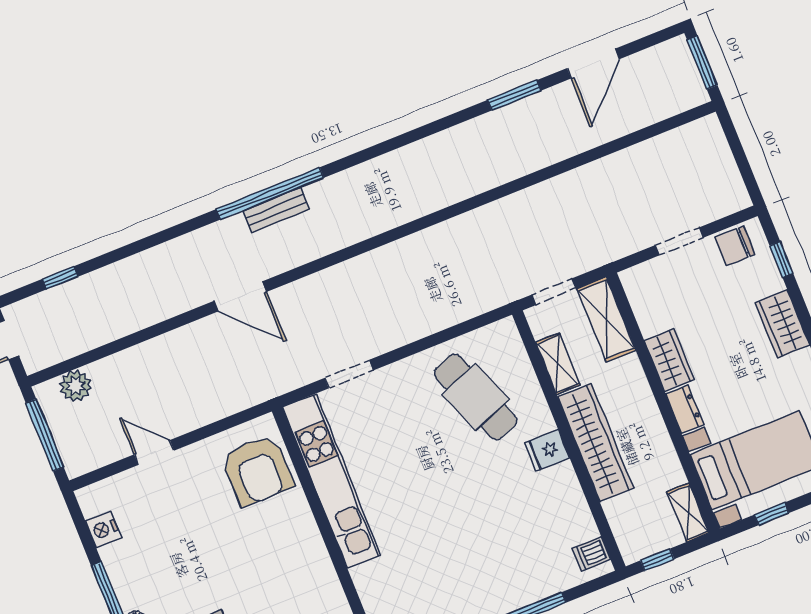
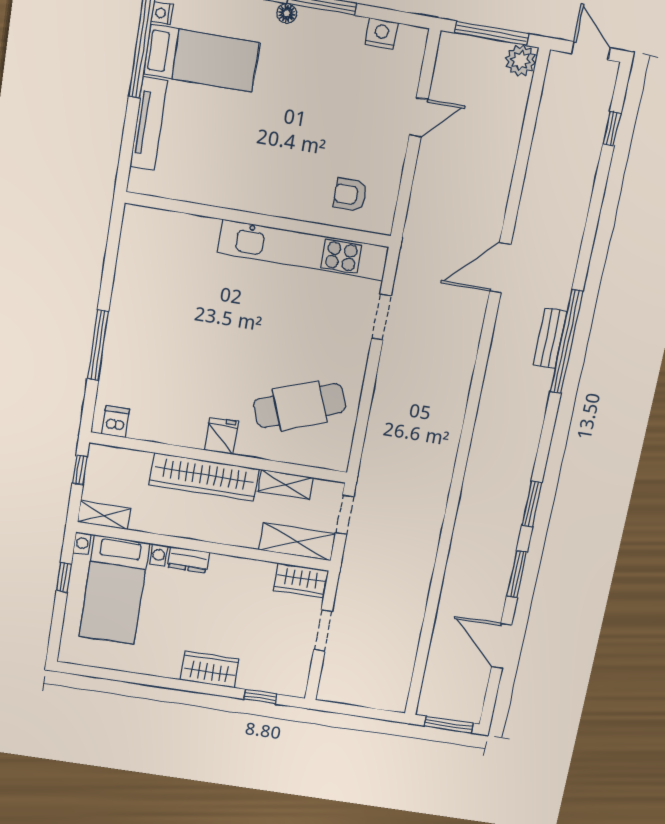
window: (439, 126) -> (532, 504), added
chair: (735, 246) -> (293, 669), removed
wardrobe: (669, 360) -> (301, 580), moved
plant: (75, 386) -> (521, 61), moved
armchair: (257, 470) -> (350, 195), width x0.53, depth x0.53

